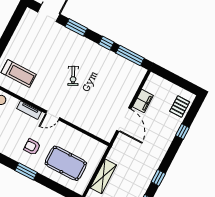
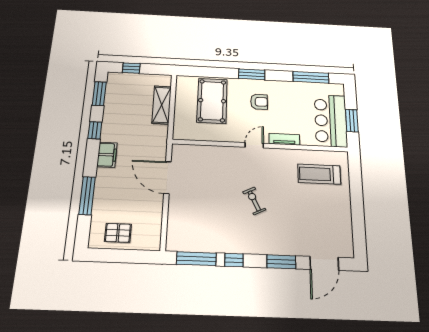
filing cabinet: (143, 101) -> (107, 155), moved, turned 180
pallet: (180, 107) -> (118, 233), moved, turned 90
window: (182, 132) -> (87, 196), width x2.17
pool table: (66, 163) -> (212, 101), turned 90

